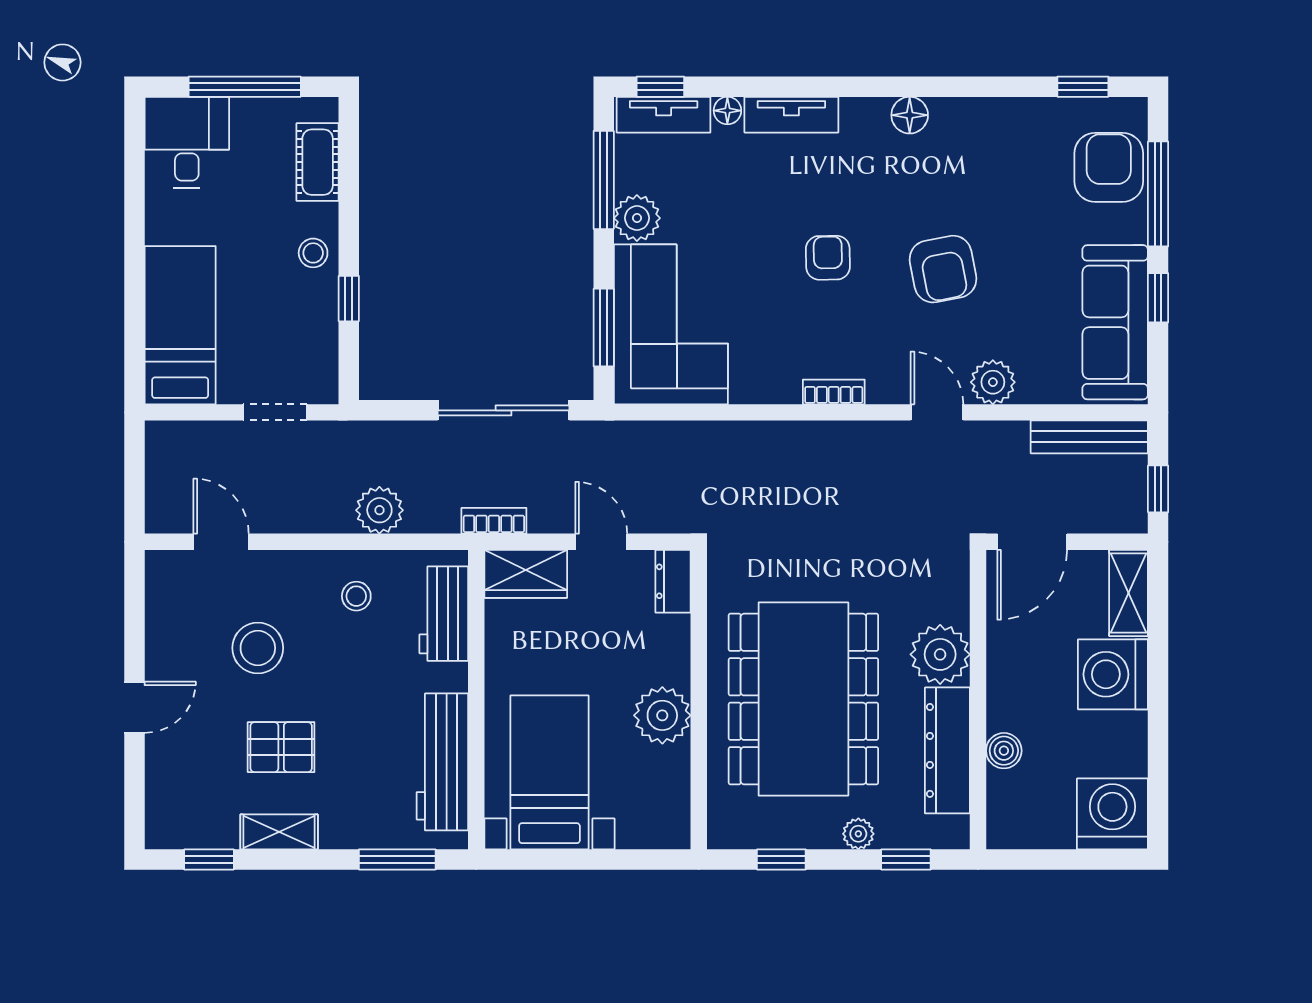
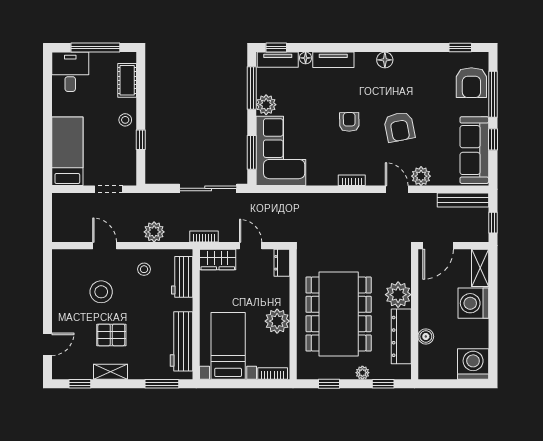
armchair: (1109, 167) -> (471, 83), turned 180
door: (221, 542) -> (105, 246), moved
door: (134, 707) -> (47, 344), moved
bookcase: (652, 836) -> (273, 374), added

